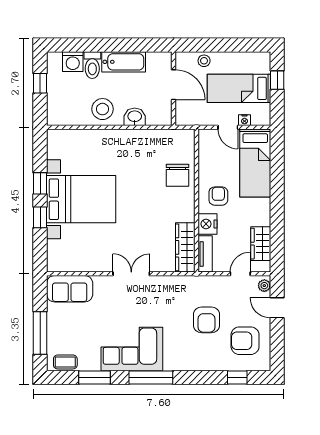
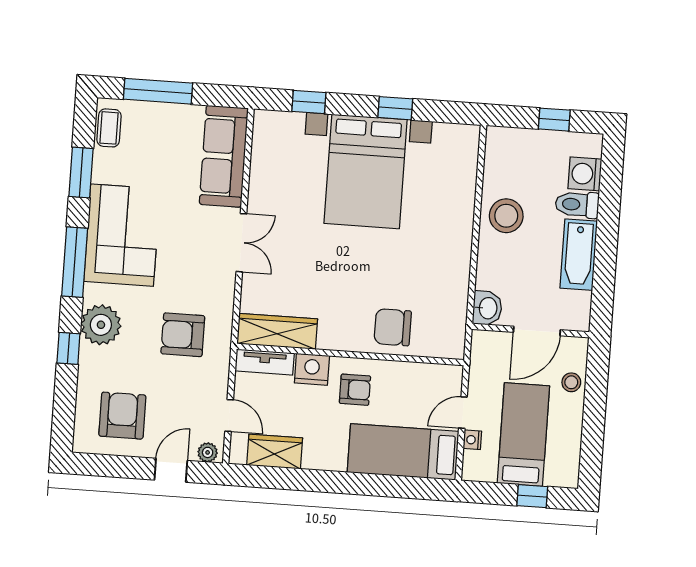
washbasin: (135, 117) -> (487, 308), moved
window: (40, 217) -> (309, 102), moved
sofa: (70, 289) -> (224, 156), width x1.36
armchair: (206, 320) -> (183, 335), moved
plant: (189, 358) -> (101, 325), added
window: (237, 378) -> (68, 348), moved

